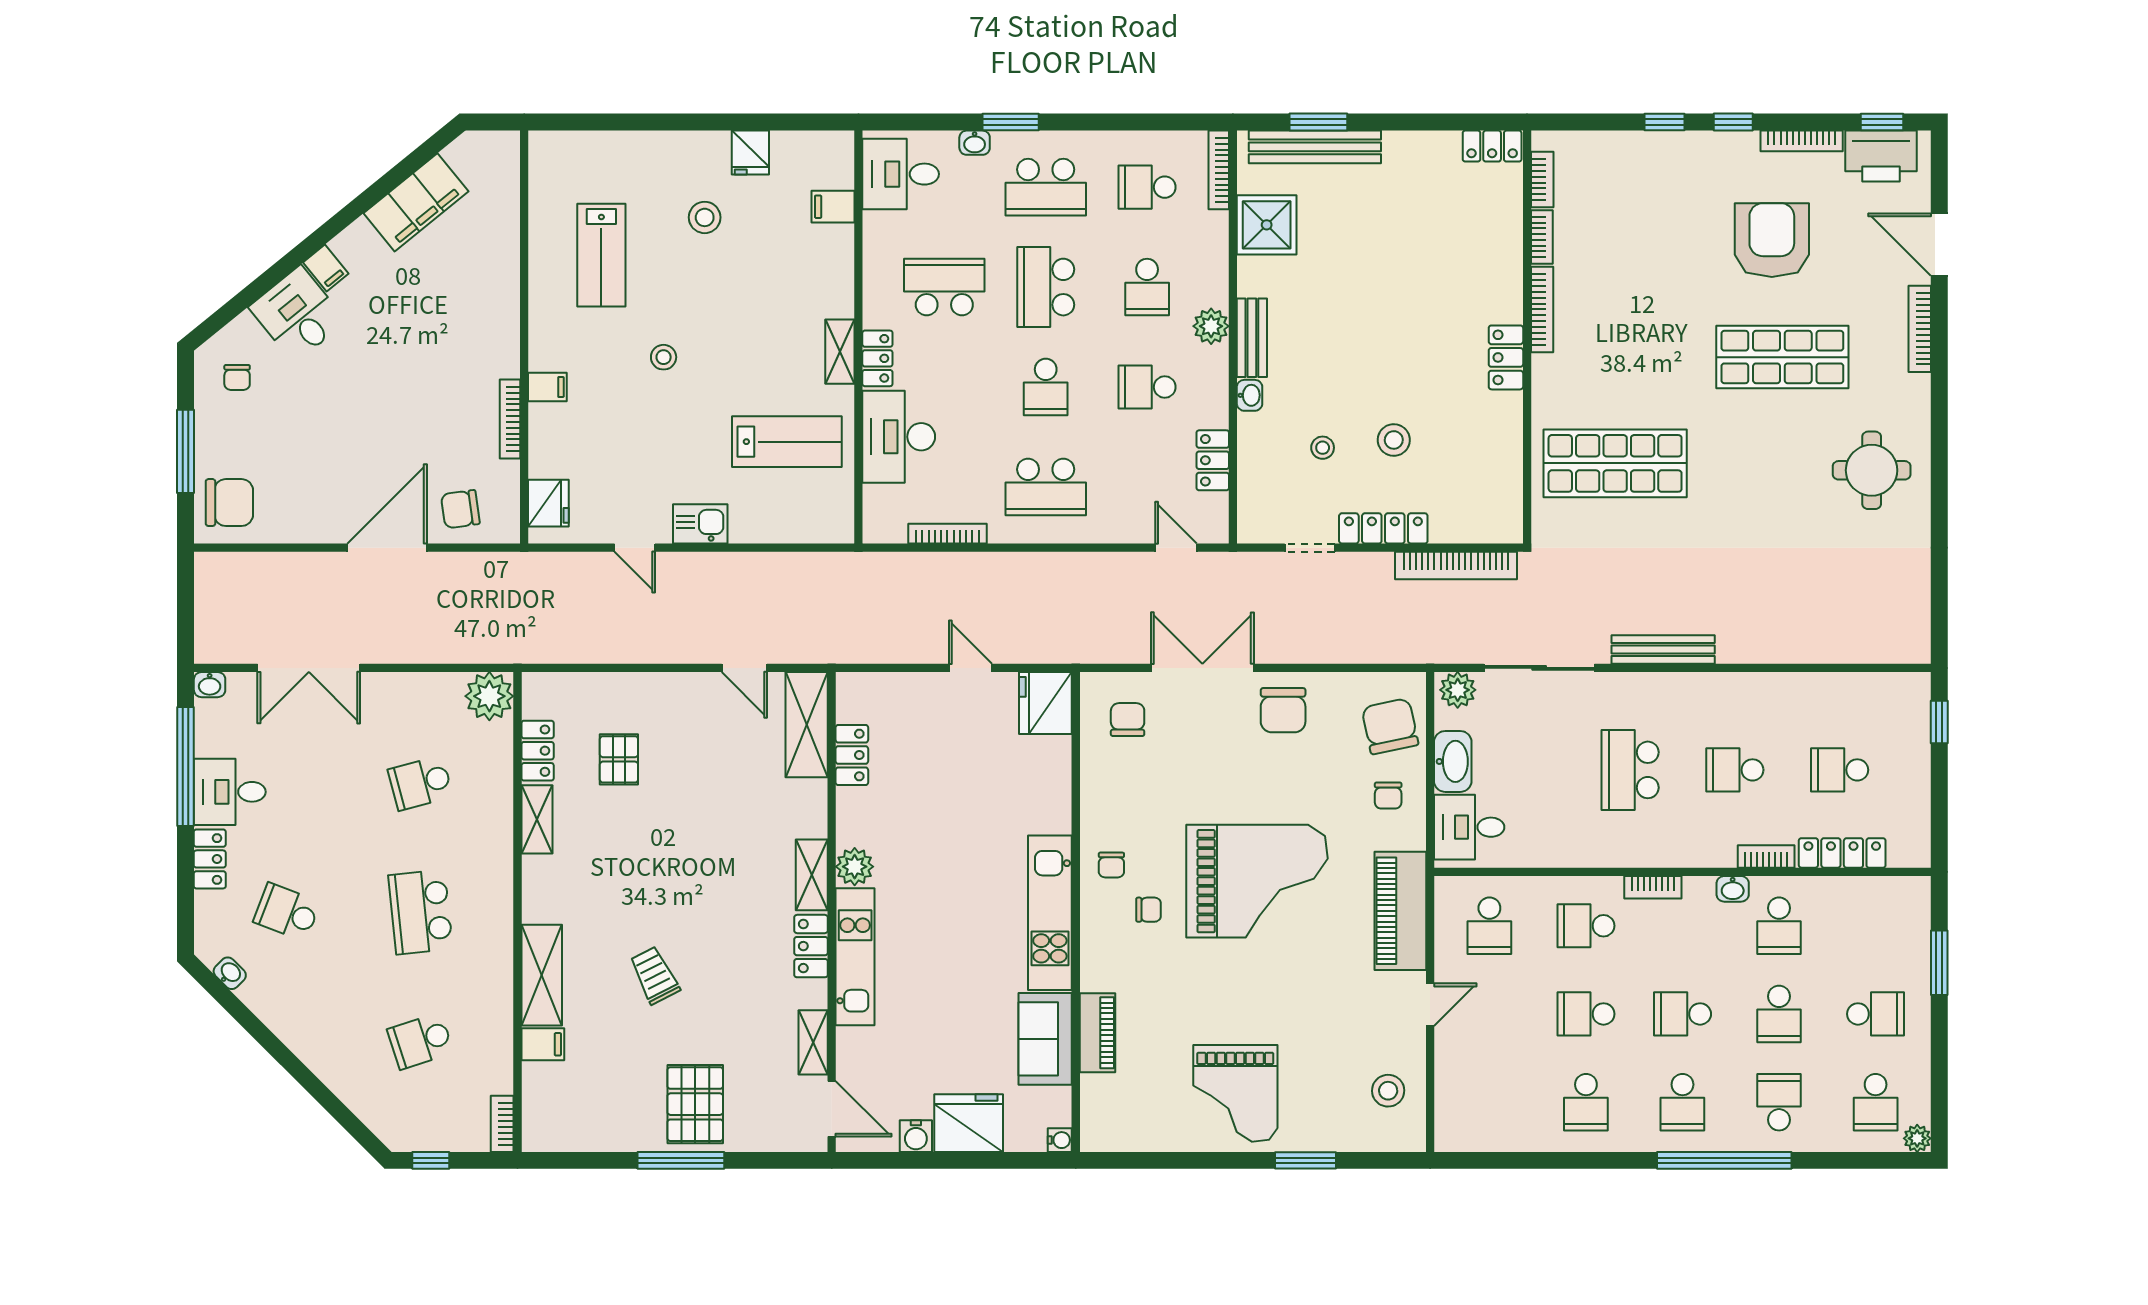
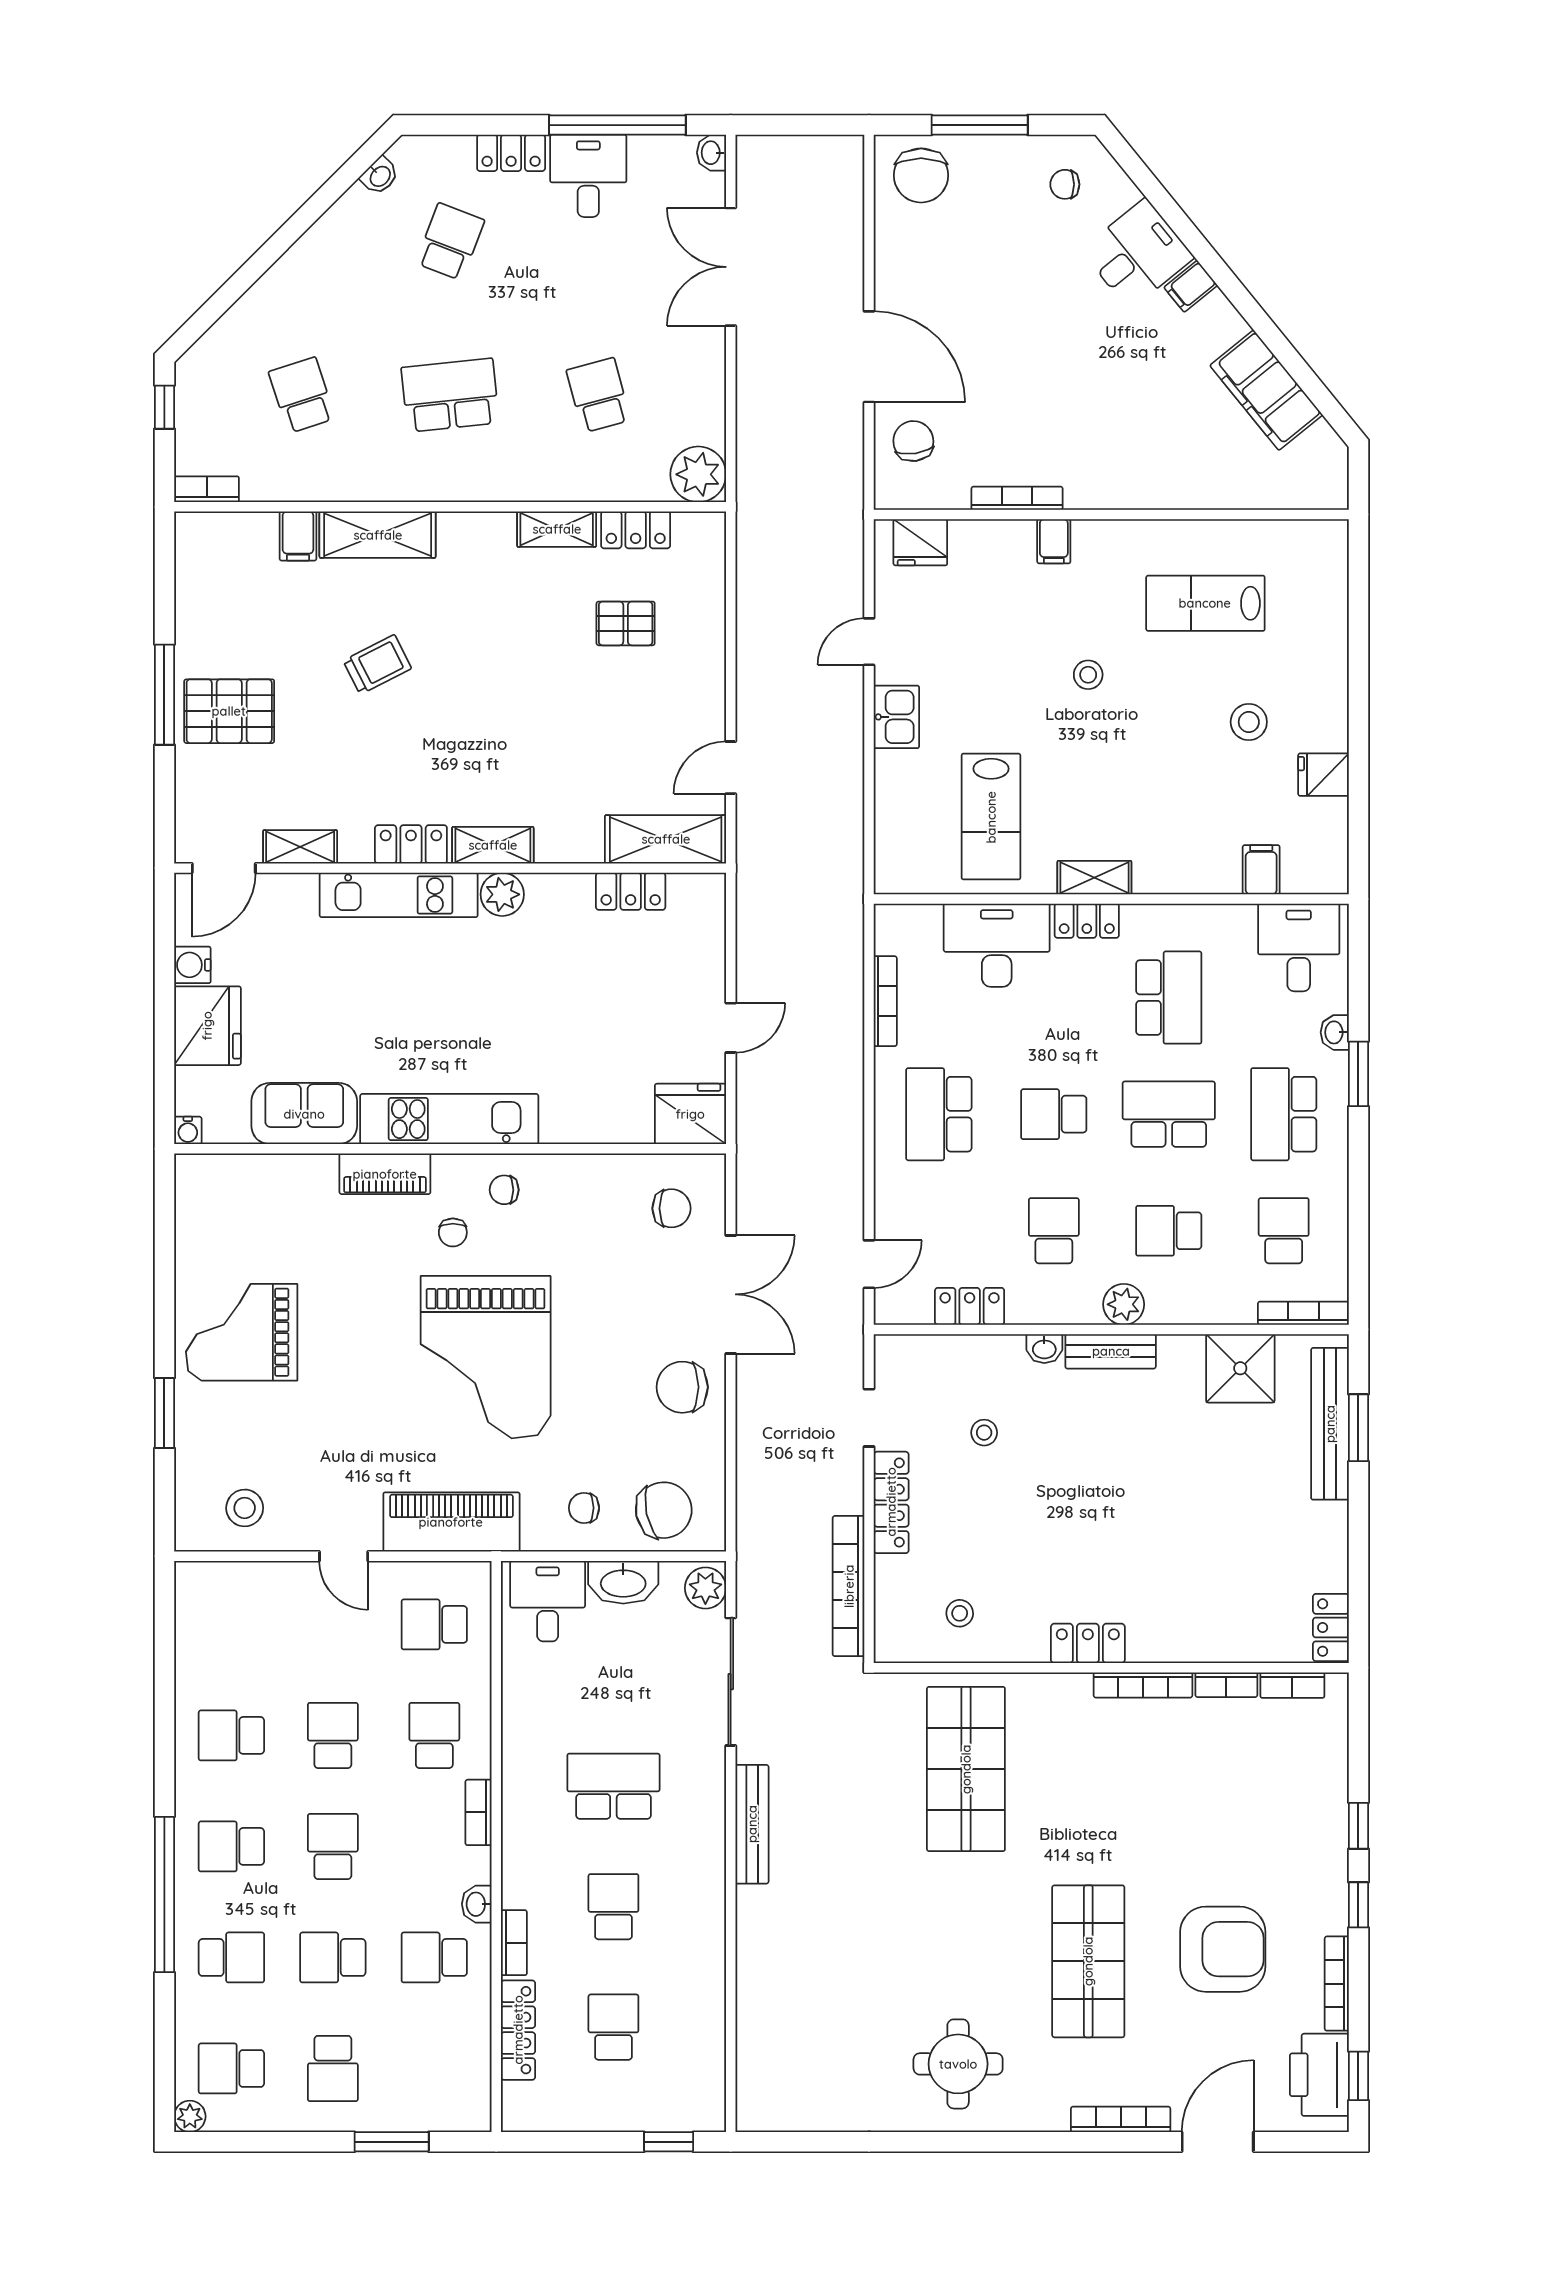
stool: (1394, 440) -> (960, 1613), moved, width x0.73, depth x0.73
piano: (1097, 1033) -> (385, 1174), moved

